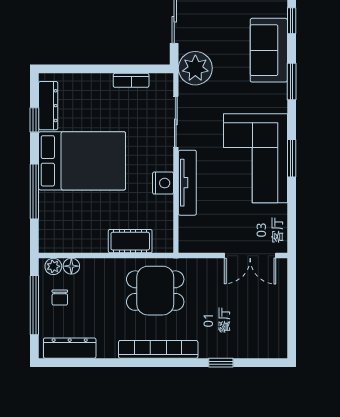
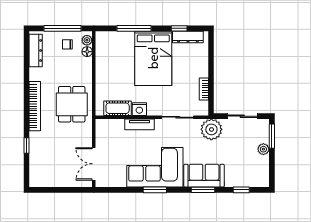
sofa: (269, 50) -> (204, 176), moved
tv unit: (187, 183) -> (140, 124), width x0.71
cot: (130, 241) -> (118, 108), moved, turned 90

